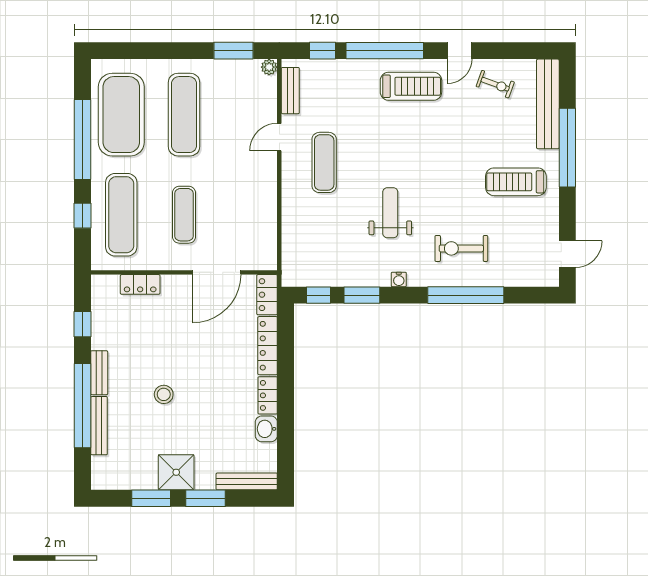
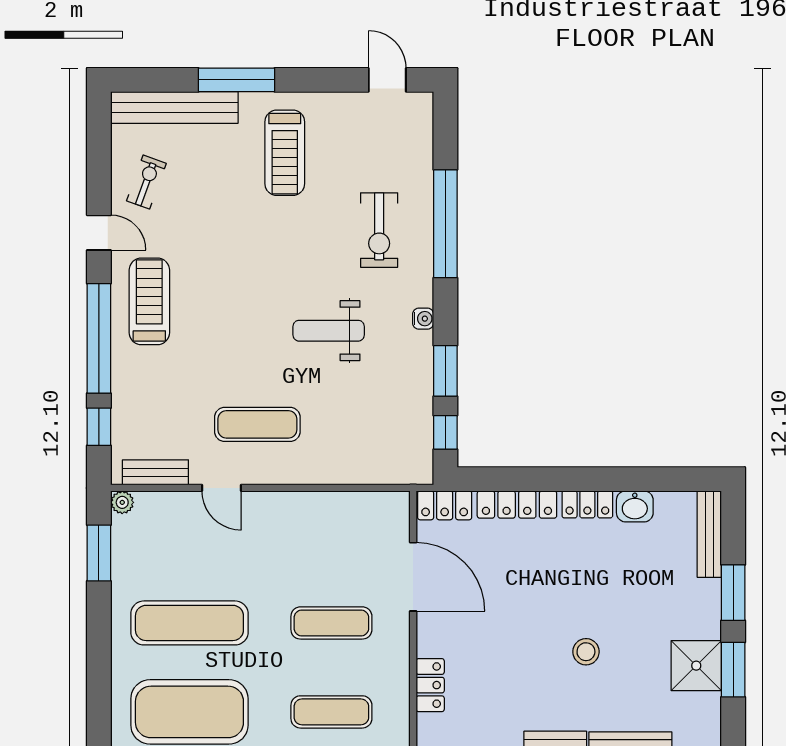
window: (567, 148) -> (236, 80), width x0.68
exercise mat: (121, 215) -> (331, 712), width x0.73, depth x0.69
shower: (176, 472) -> (696, 666), moved

